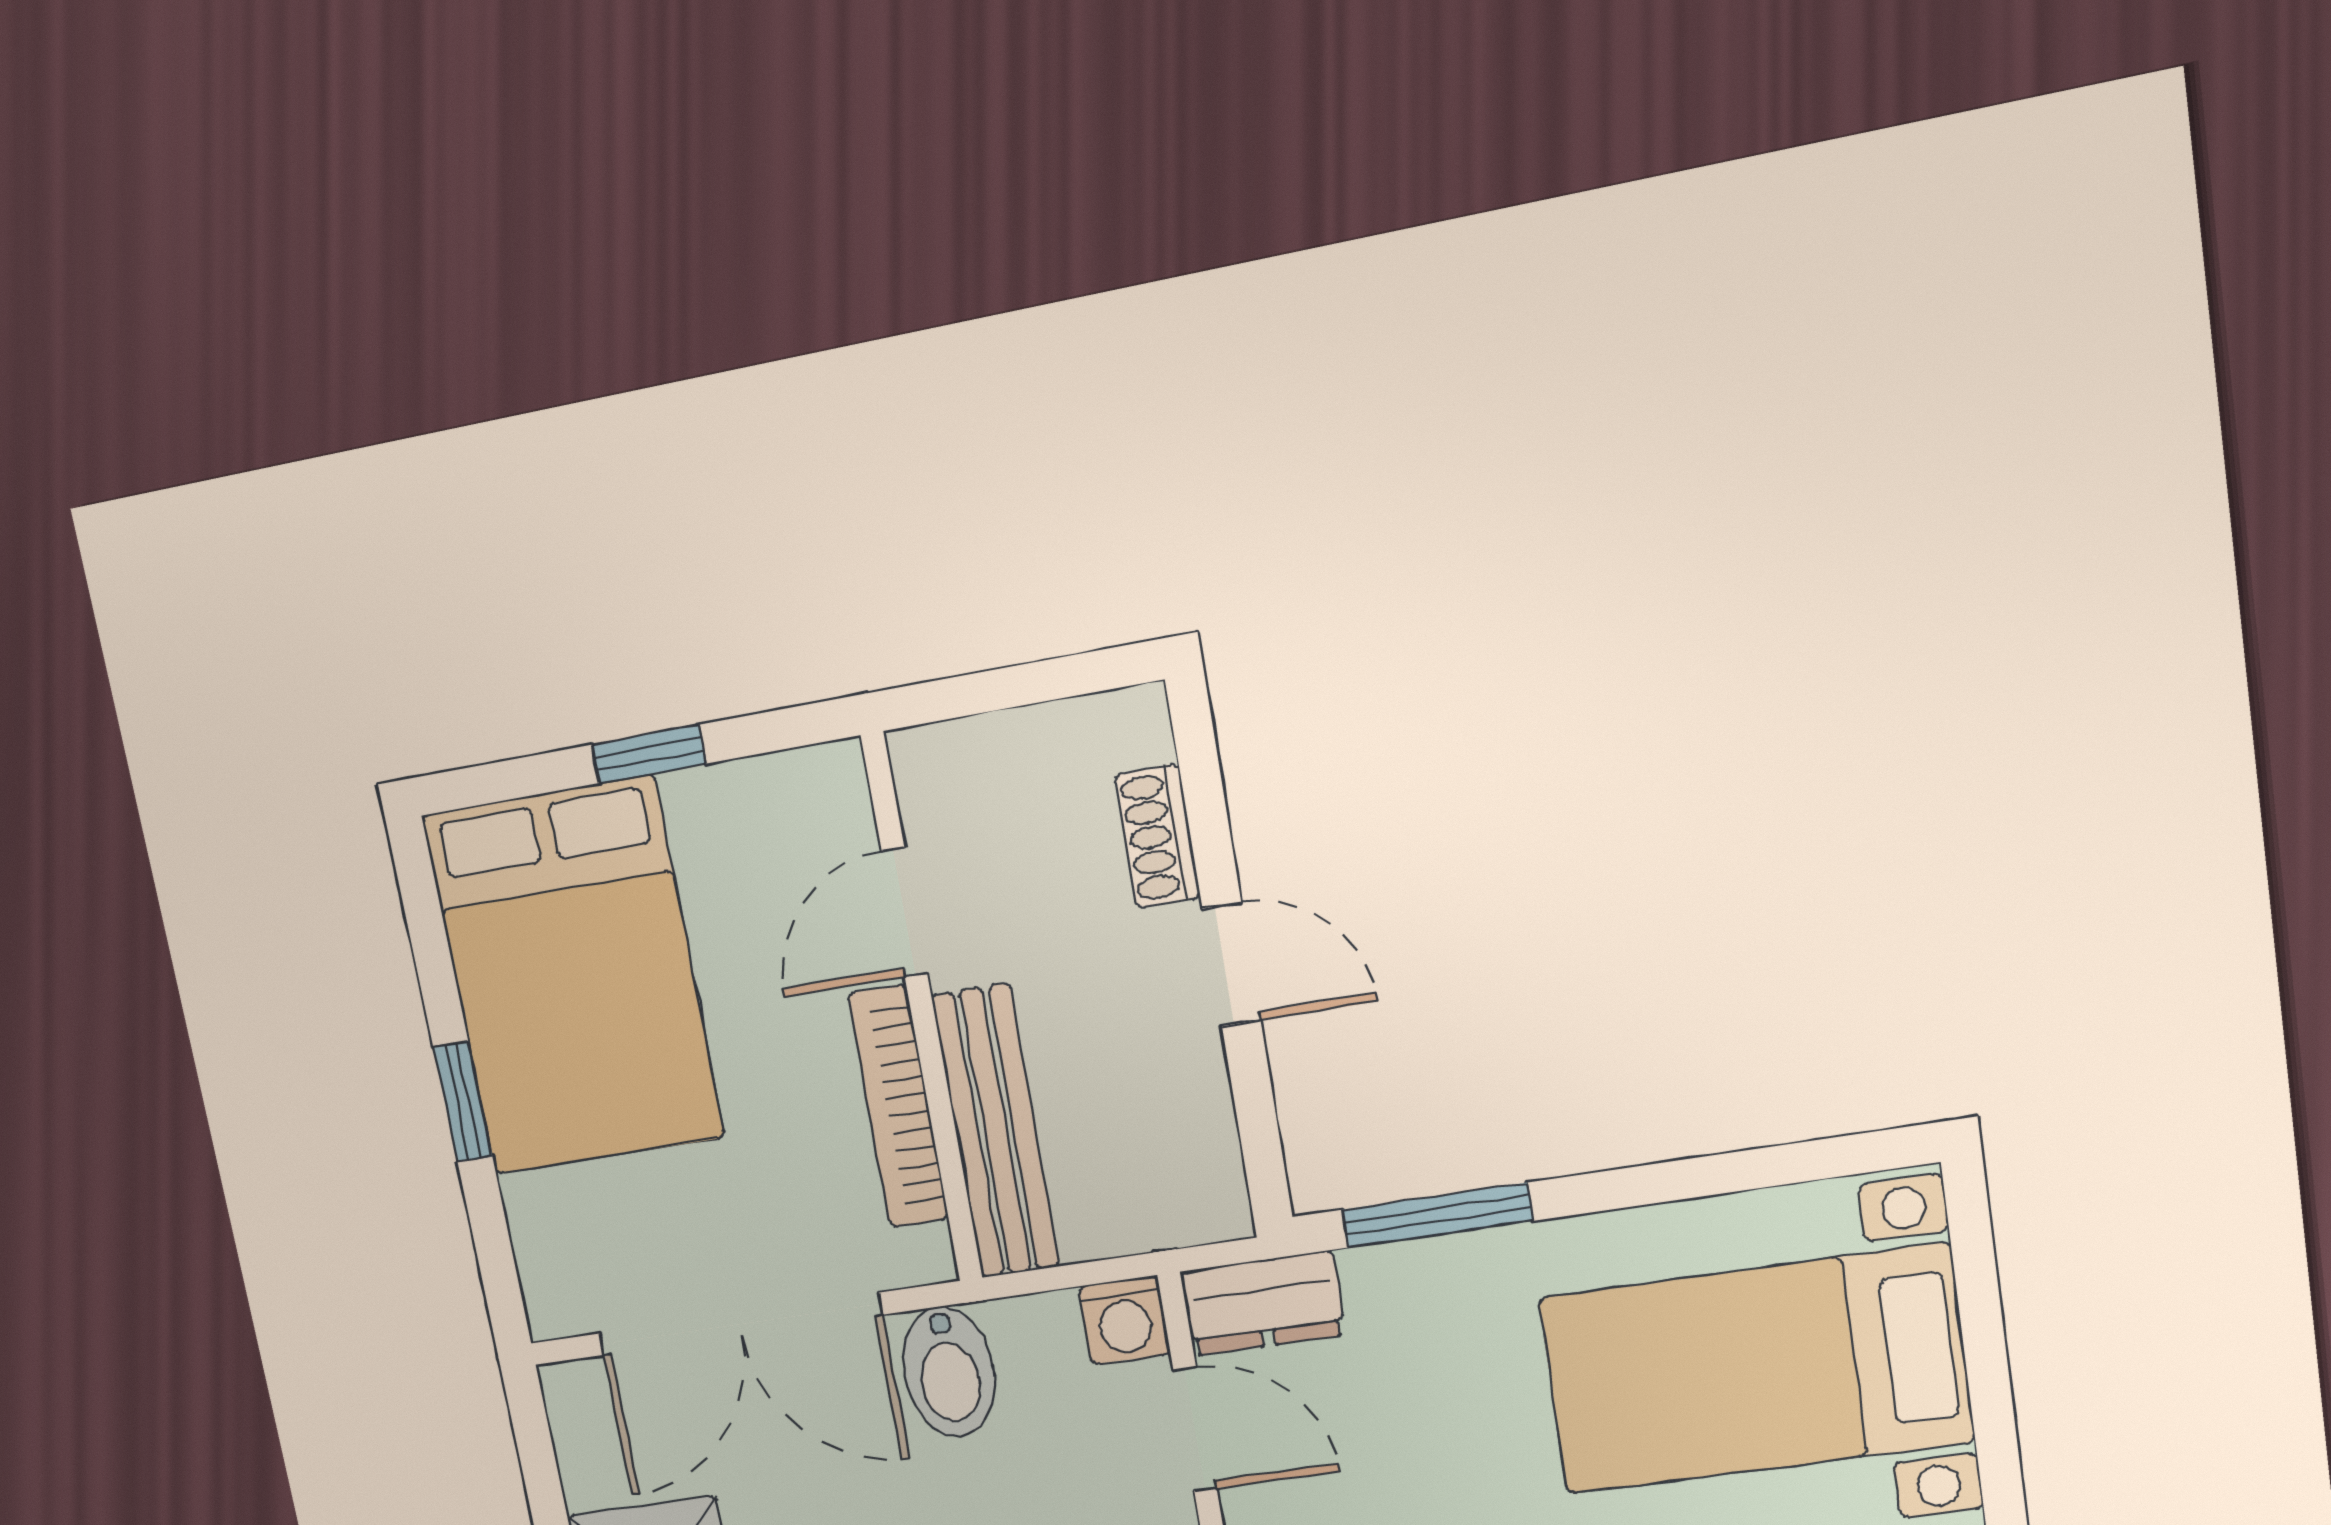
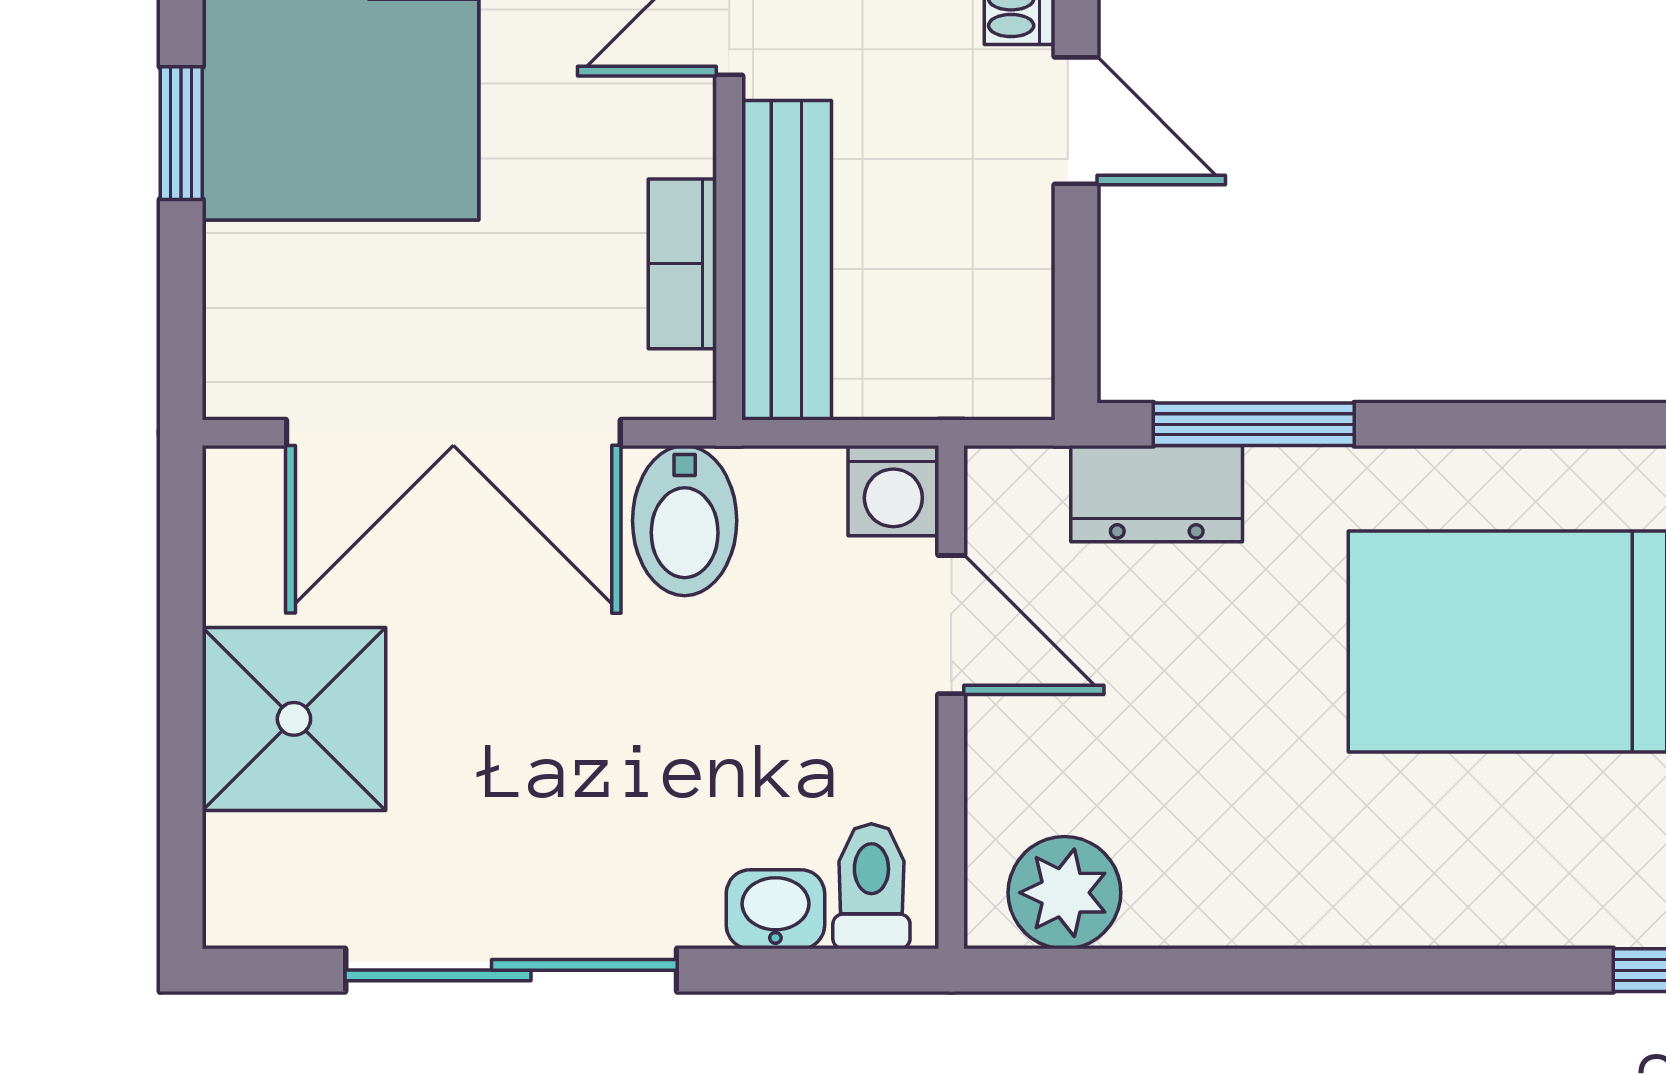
bookcase: (898, 1107) -> (682, 264), width x0.64
dresser: (1263, 1303) -> (1157, 494), moved

